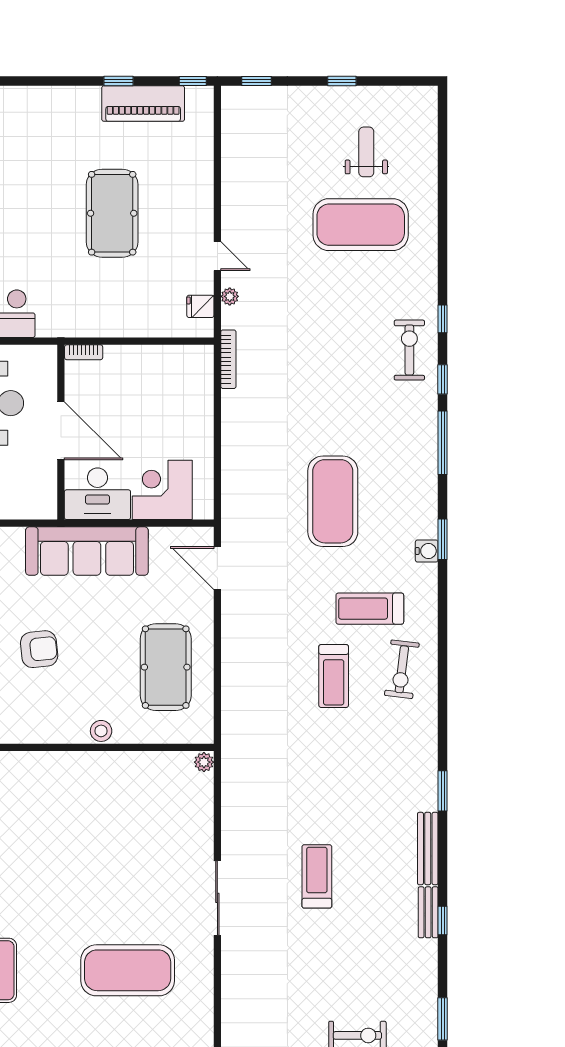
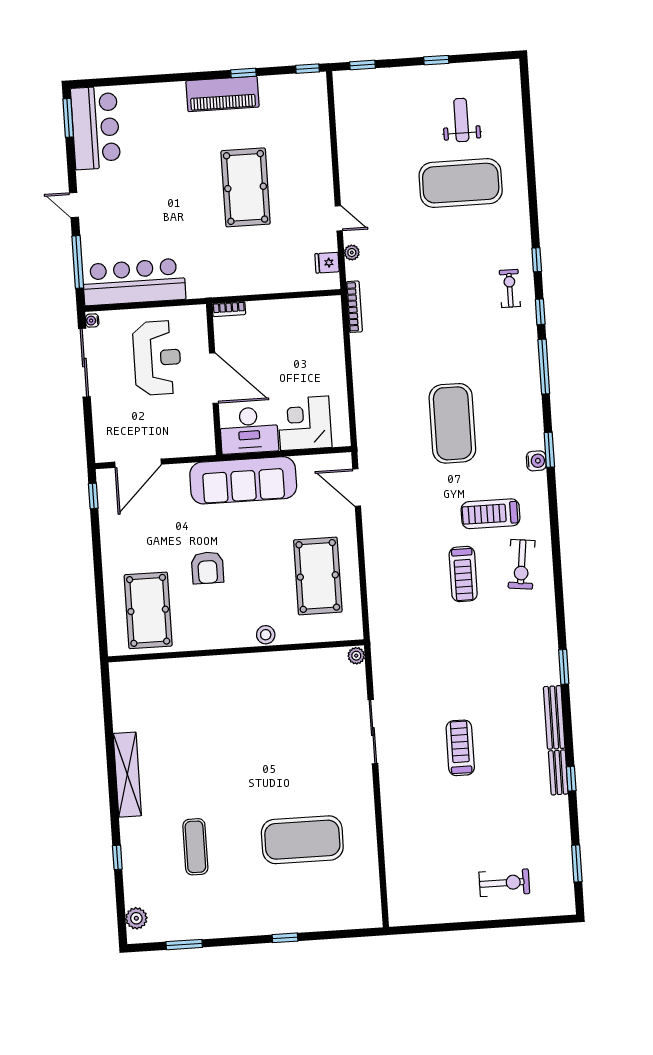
piano: (143, 104) -> (222, 94), moved
exercise bike: (409, 350) -> (510, 288), width x0.73, depth x0.72
armchair: (39, 649) -> (208, 568), turned 96
sliding door: (217, 898) -> (373, 732), moved

